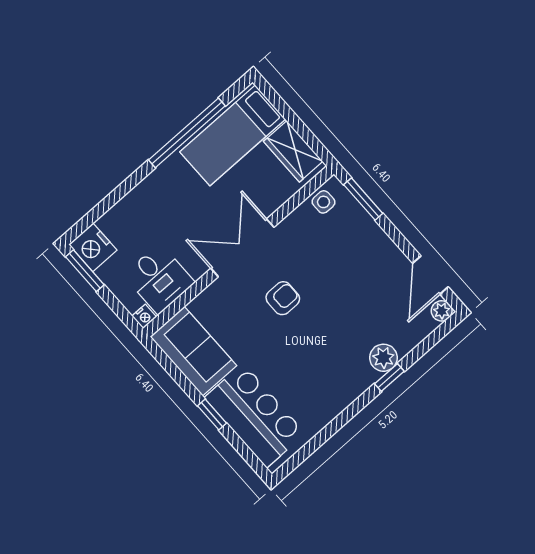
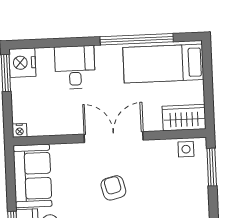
wardrobe: (293, 151) -> (184, 118), moved, turned 90
desk: (159, 279) -> (75, 67), moved, turned 180
armchair: (283, 298) -> (113, 188), turned -104

